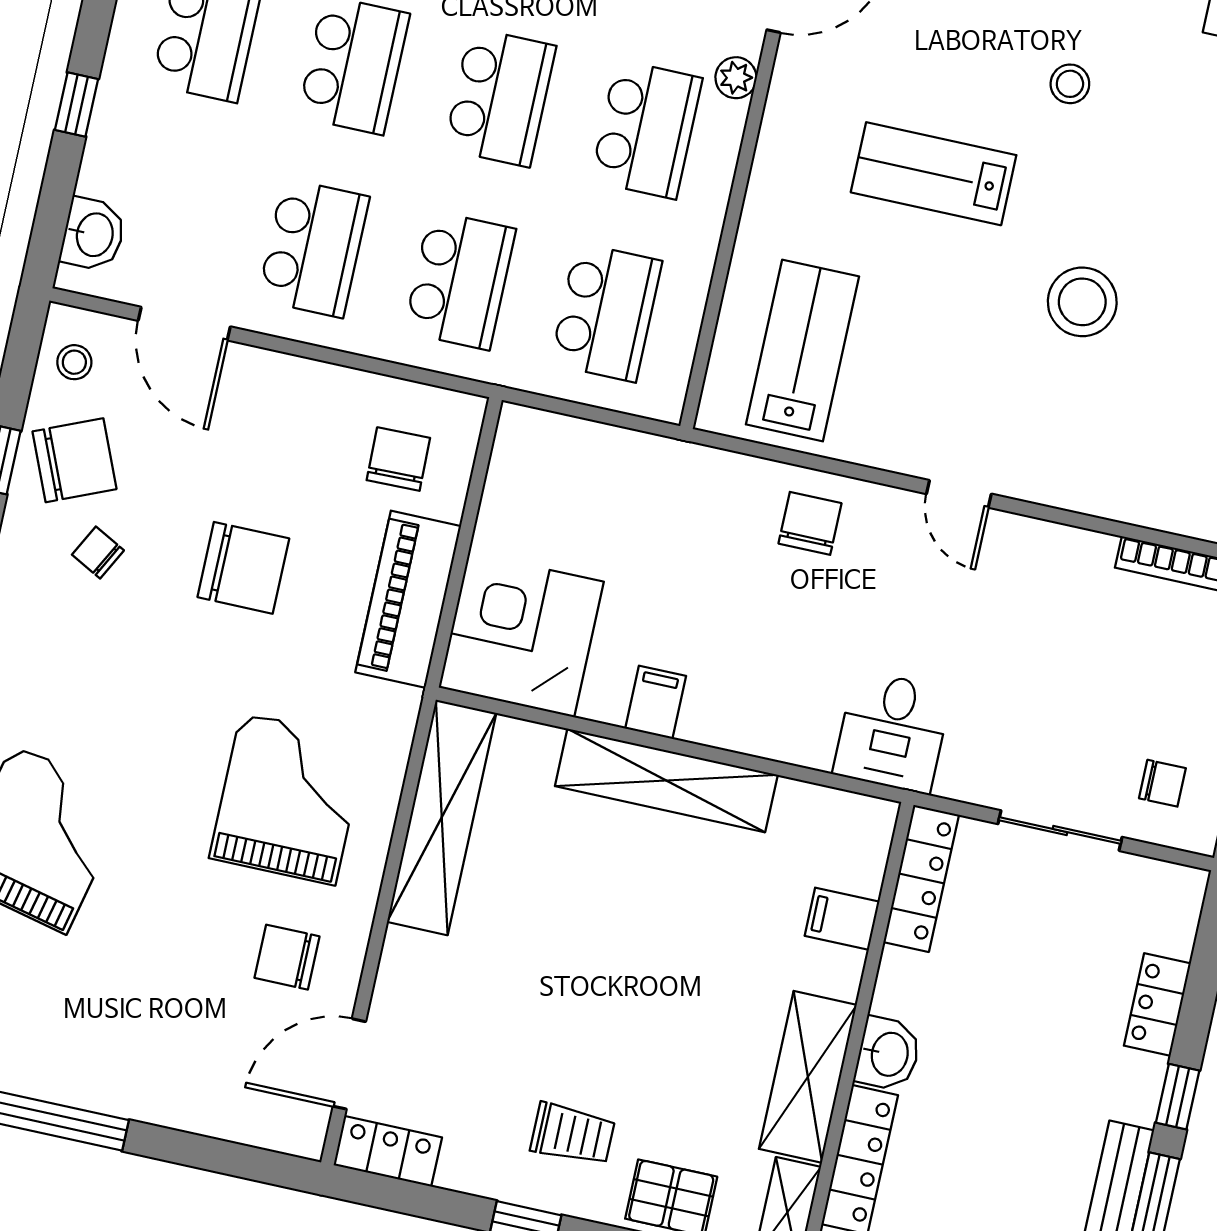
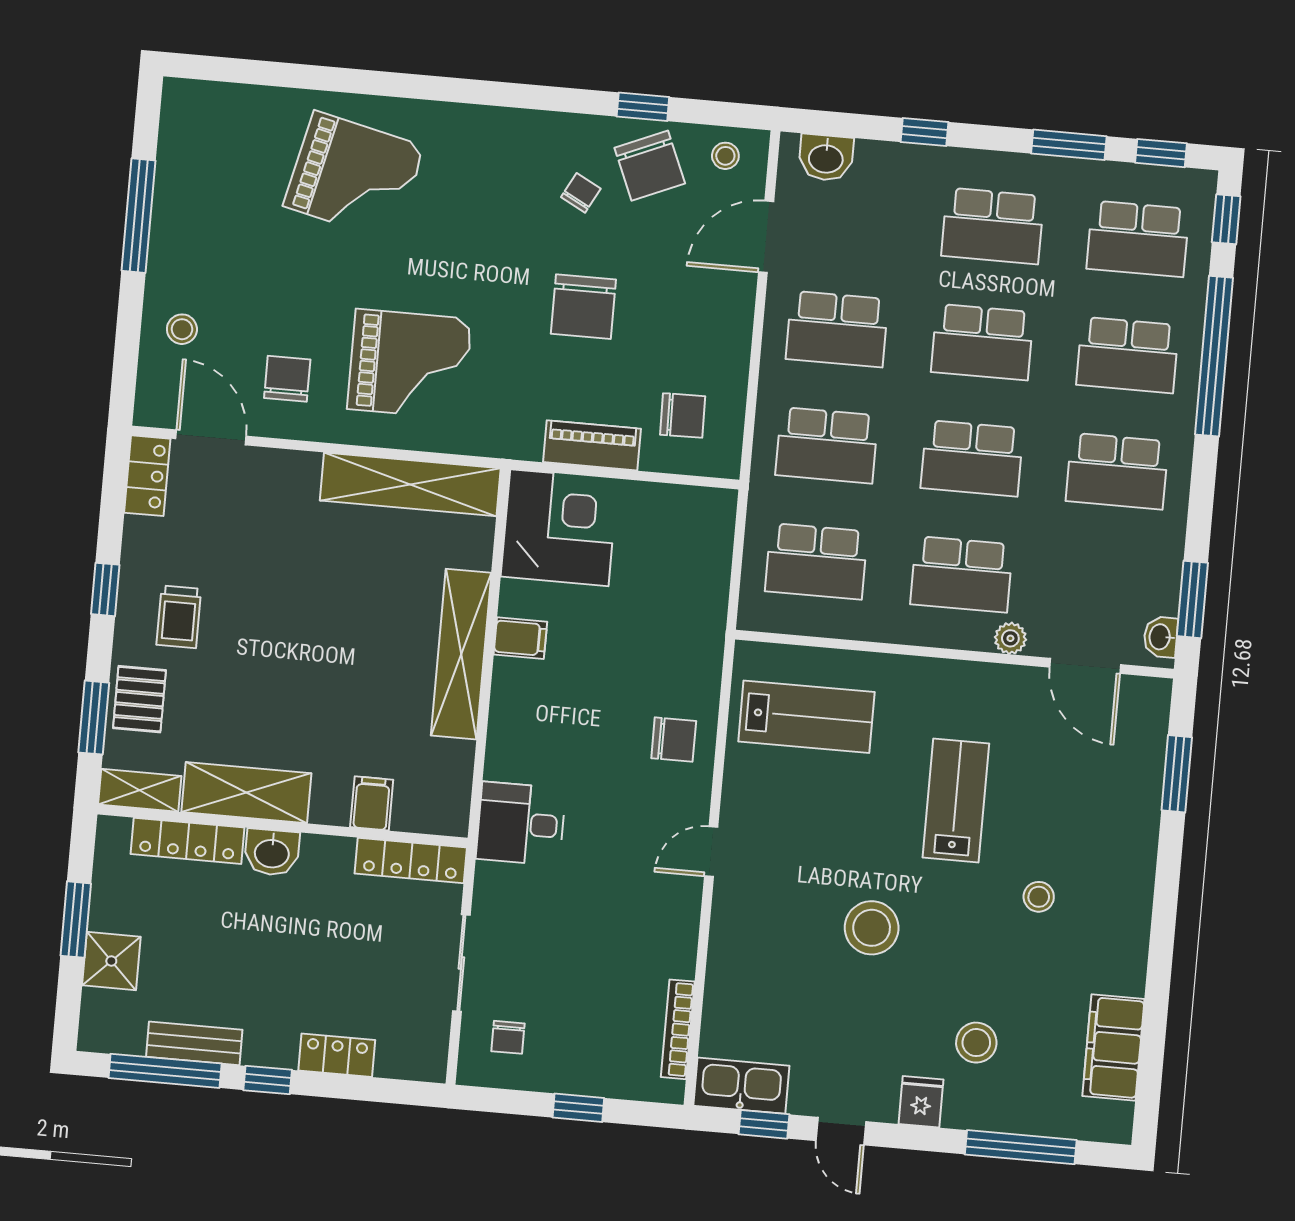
piano: (408, 599) -> (592, 445), width x0.73, depth x0.75
stool: (207, 1083) -> (182, 329), added

